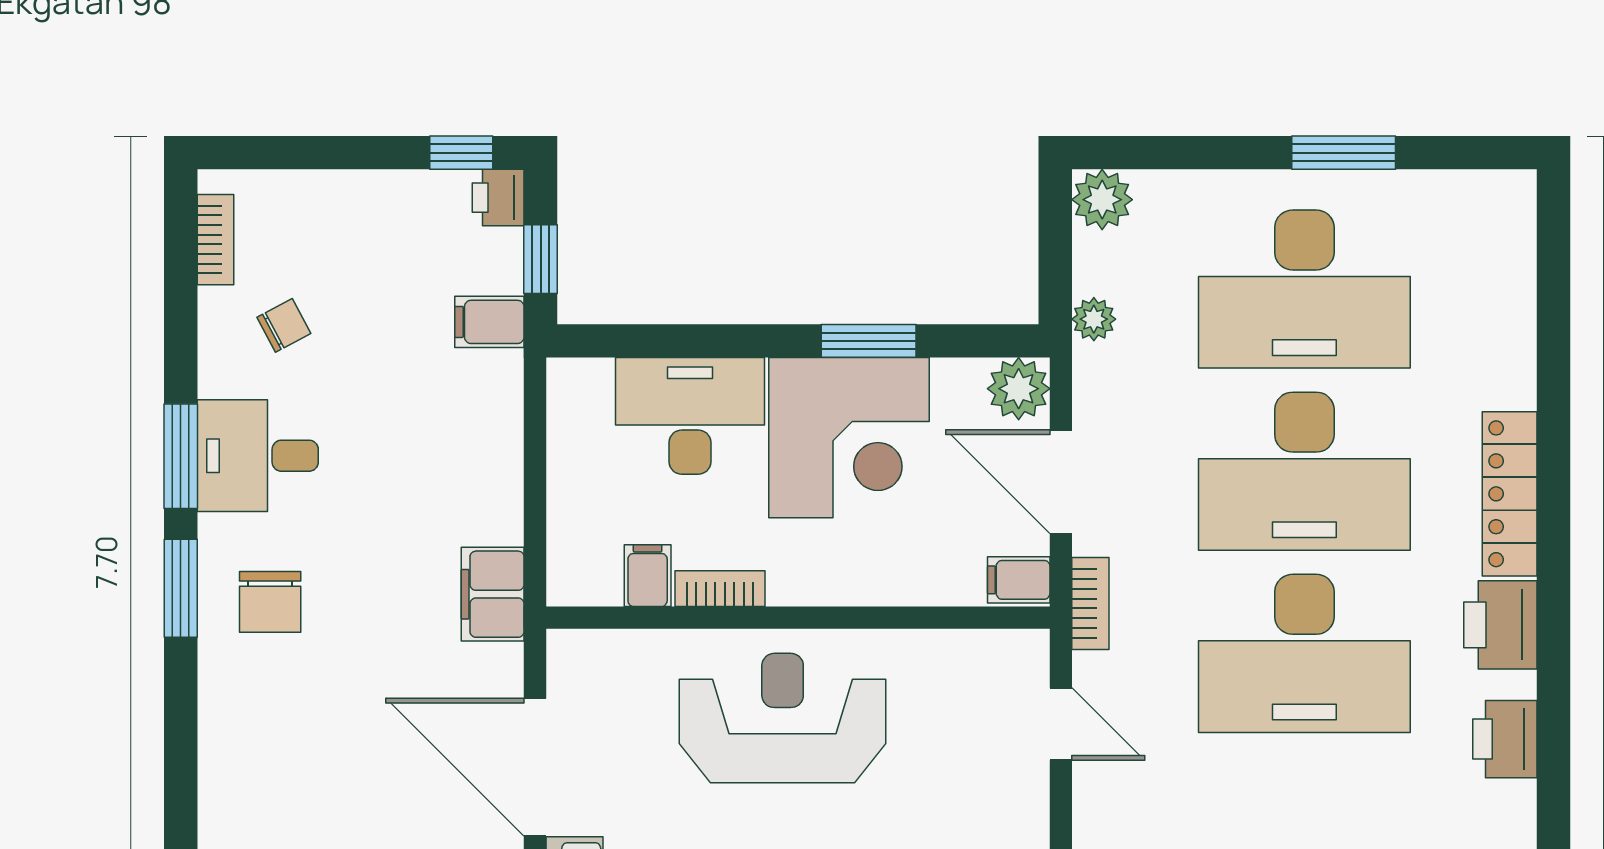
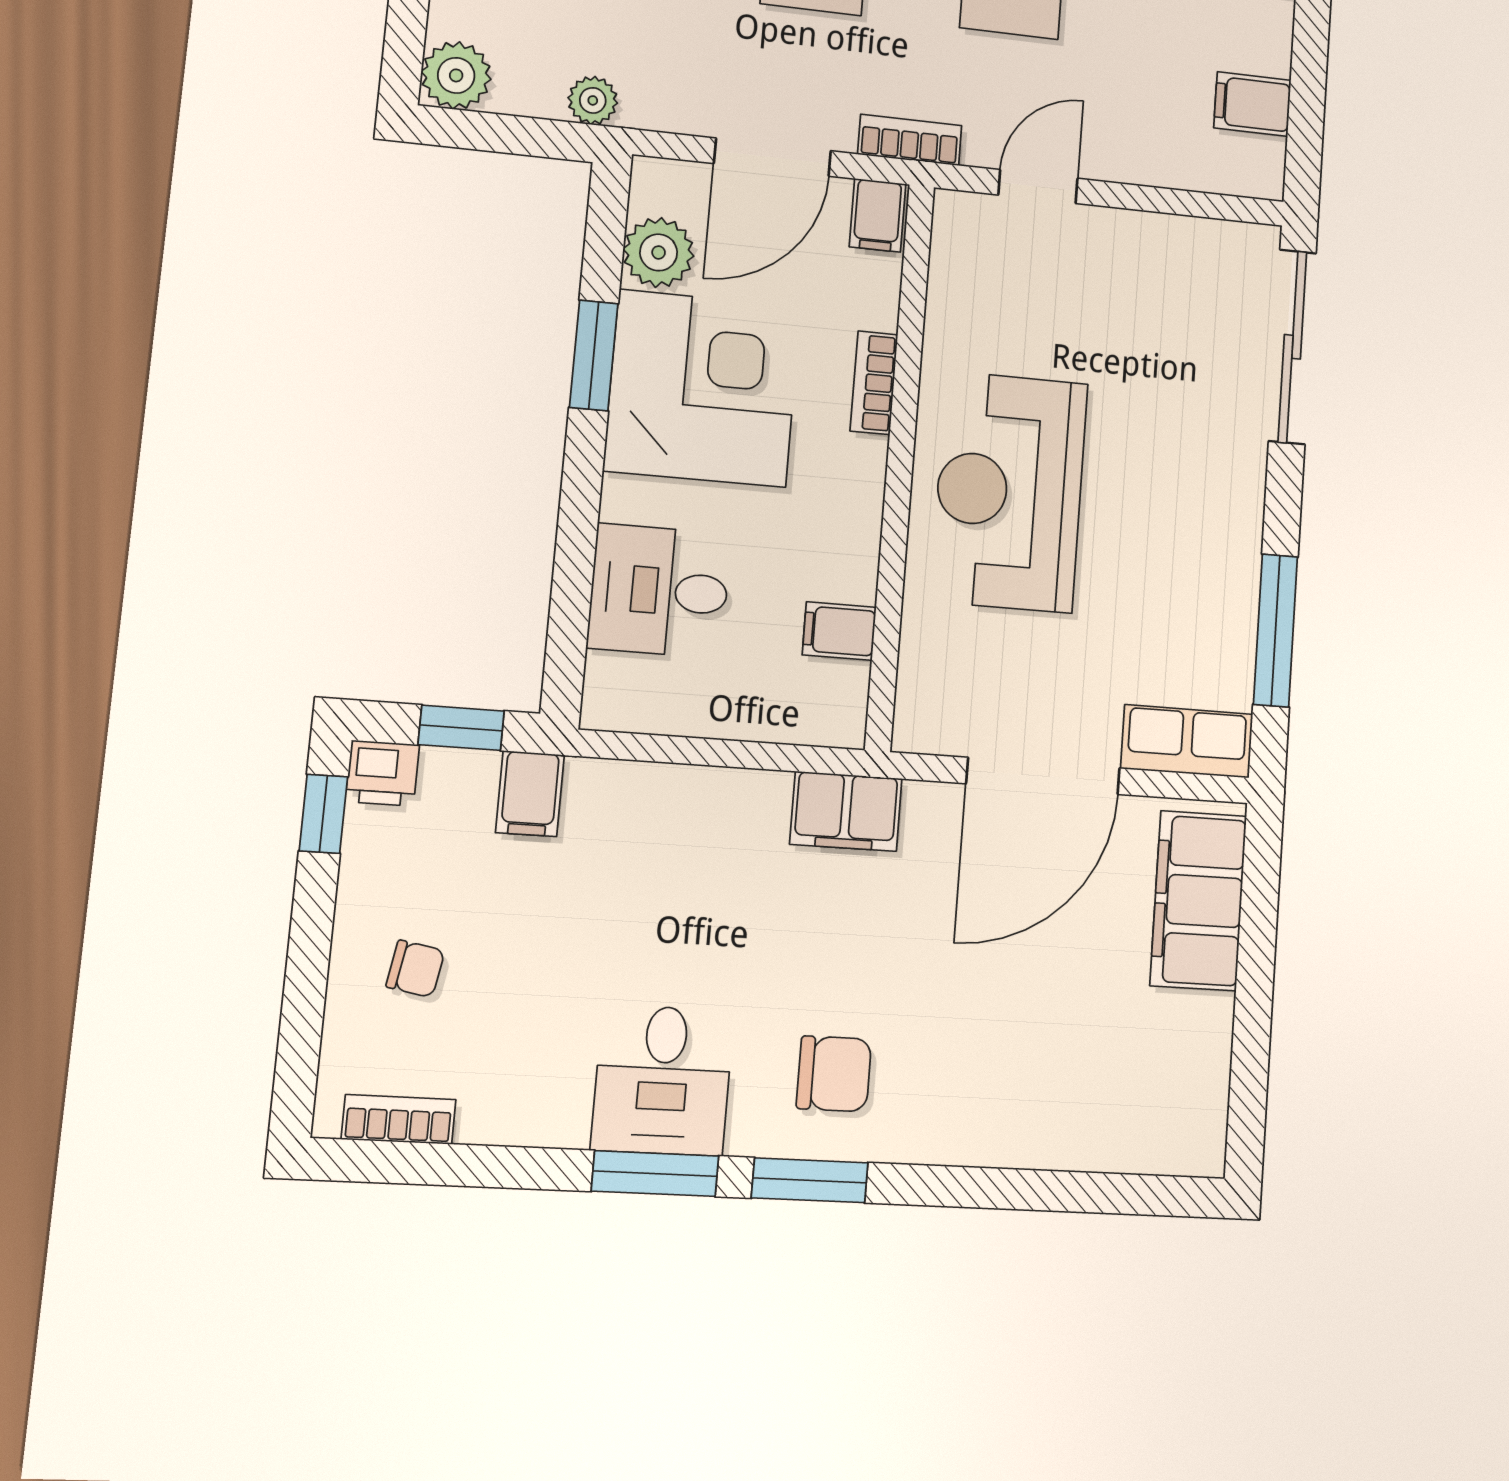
chair: (284, 325) -> (415, 969), moved, turned 128
plant: (1019, 389) -> (659, 252), moved
desk: (690, 416) -> (659, 591), width x0.73
bookcase: (720, 589) -> (874, 383), moved

